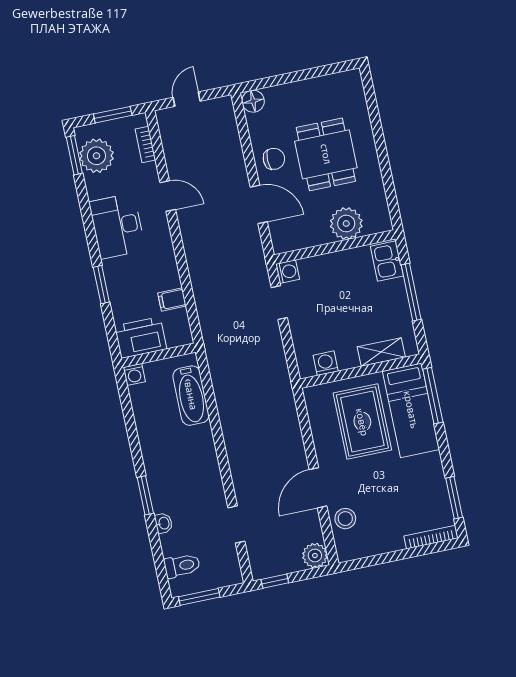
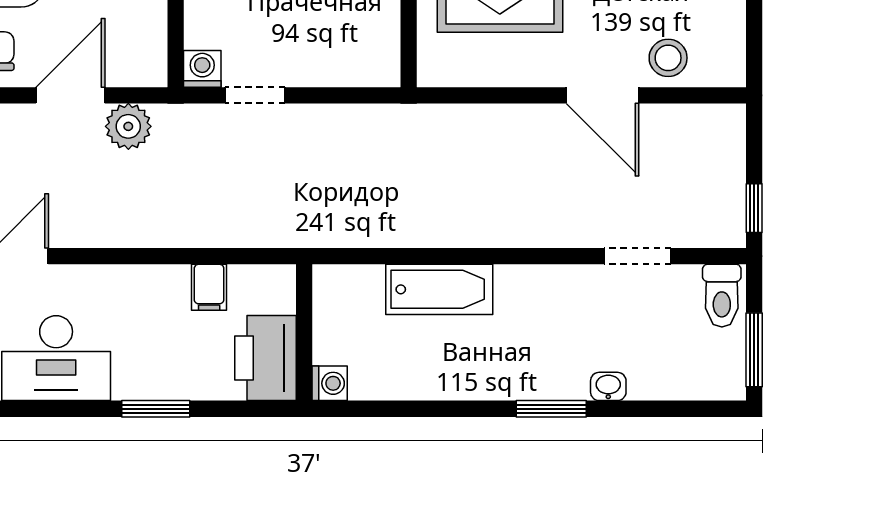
washing machine: (326, 363) -> (381, 35), removed
bathtub: (191, 396) -> (439, 289), moved
plant: (315, 556) -> (128, 126), moved
toilet: (182, 566) -> (722, 296), moved, turned 180

